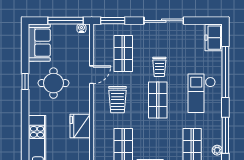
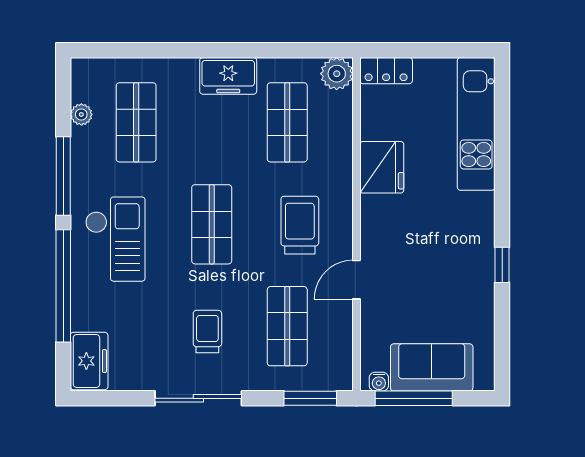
sofa: (39, 43) -> (432, 367), moved, turned 90
trolley: (159, 67) -> (207, 332), moved
round table: (53, 83) -> (440, 261), removed
window: (225, 135) -> (63, 176), moved

